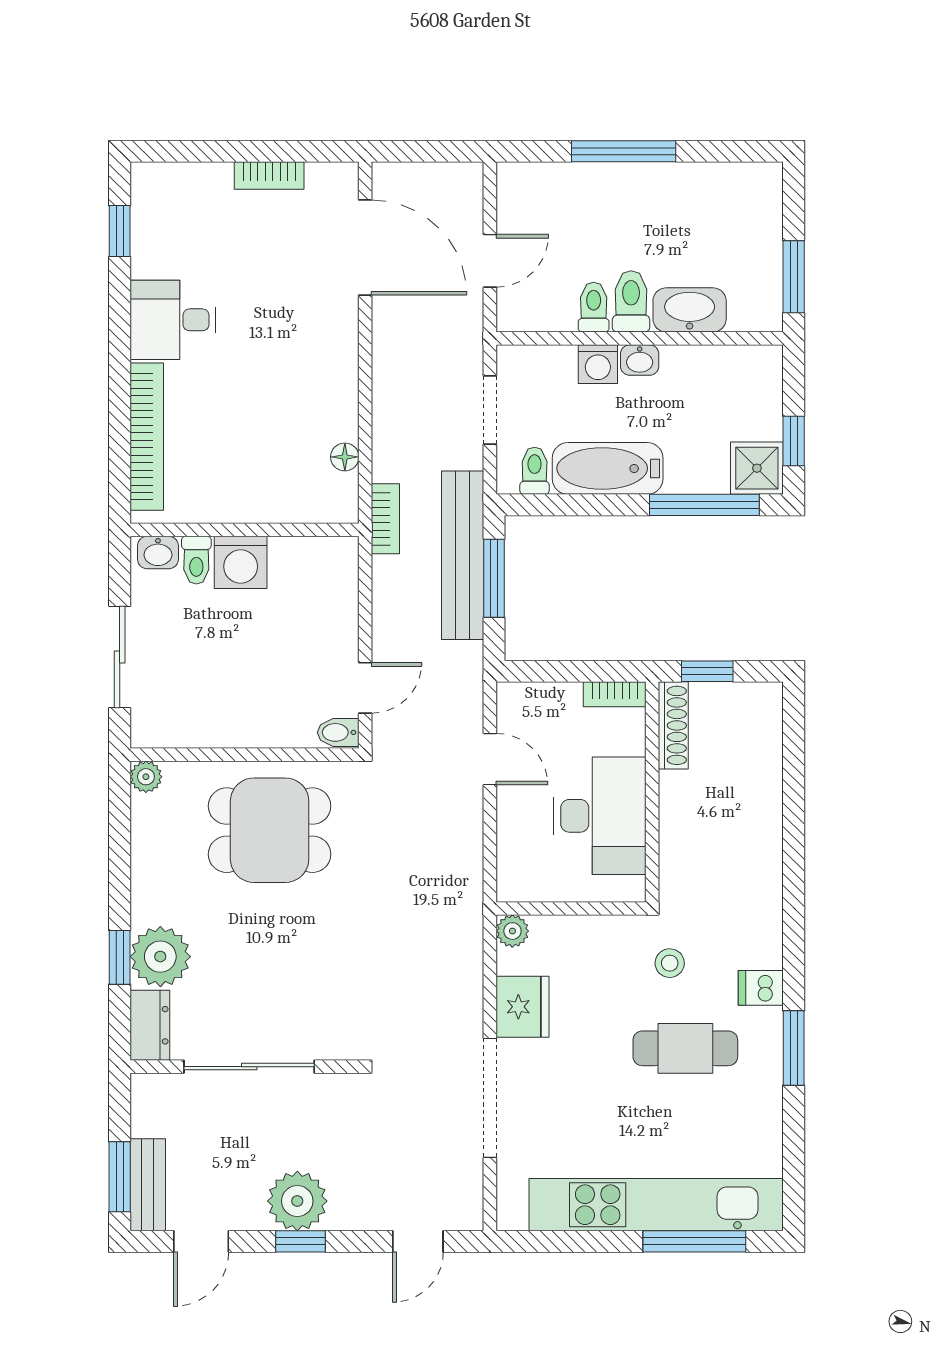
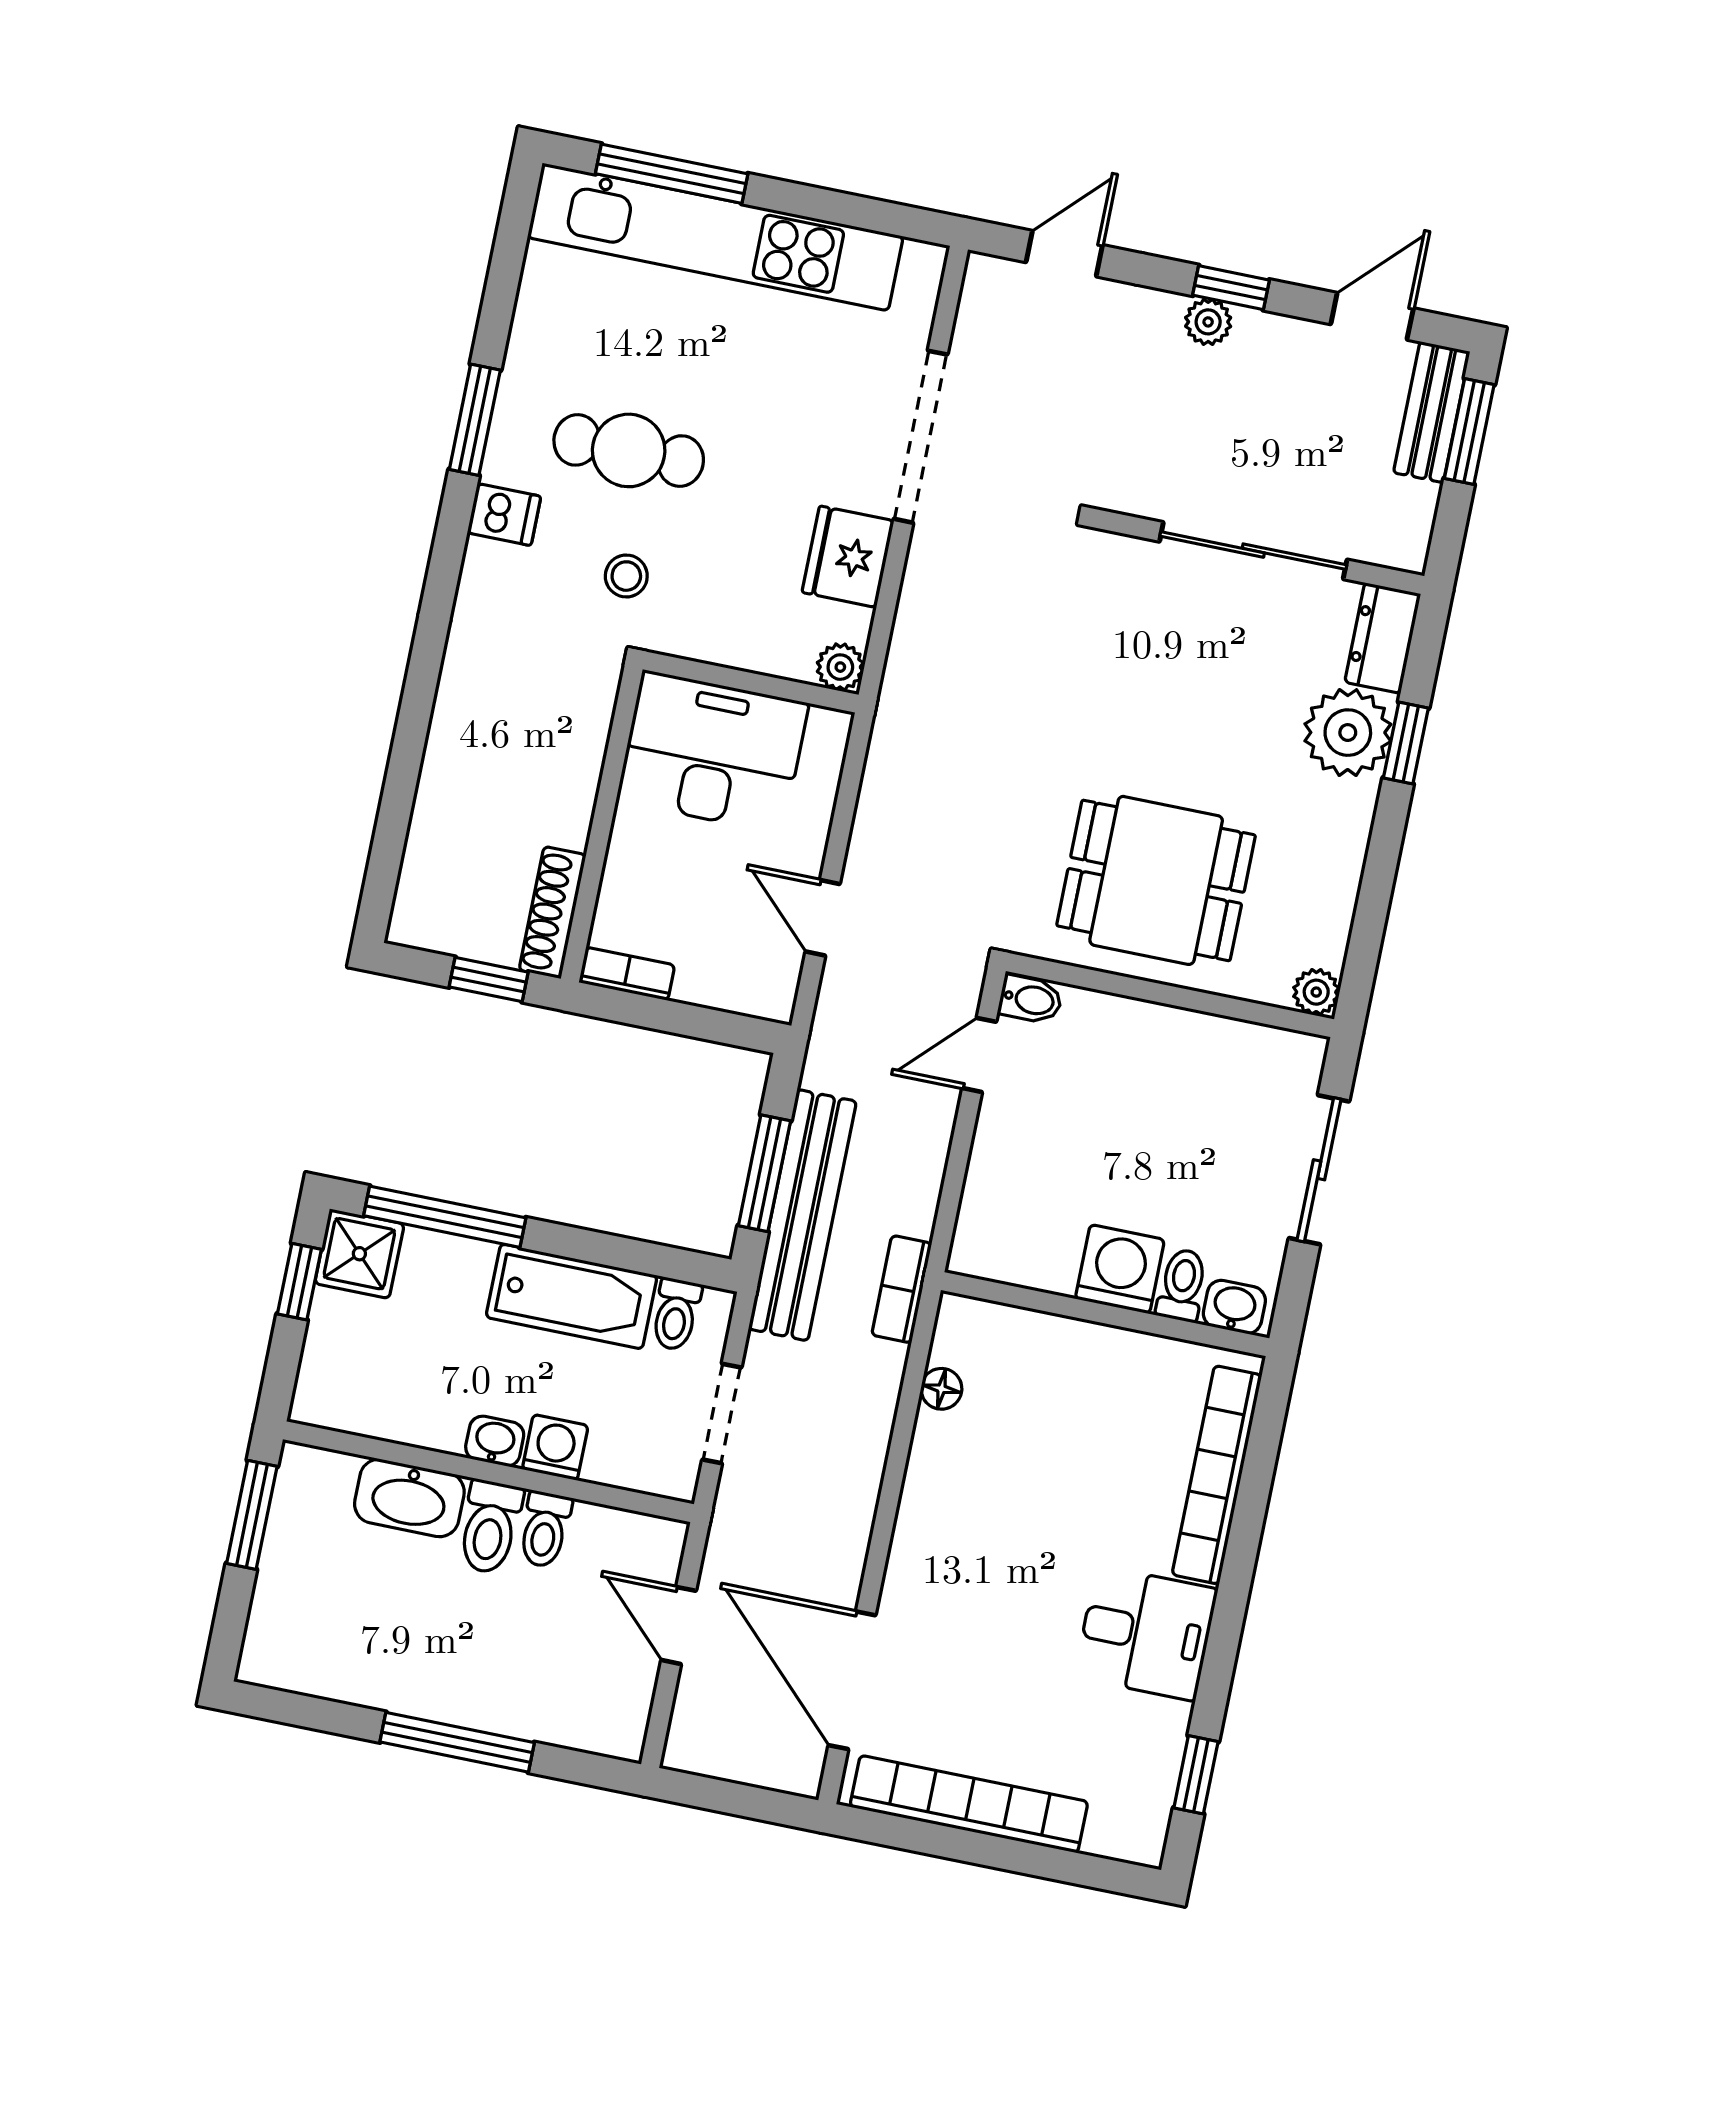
bookcase: (269, 176) -> (969, 1804), width x2.31, depth x1.31
door: (490, 261) -> (679, 1625), hinge flipped
desk: (600, 816) -> (713, 752), moved, turned 90
plant: (297, 1201) -> (1208, 322), width x0.53, depth x0.53

